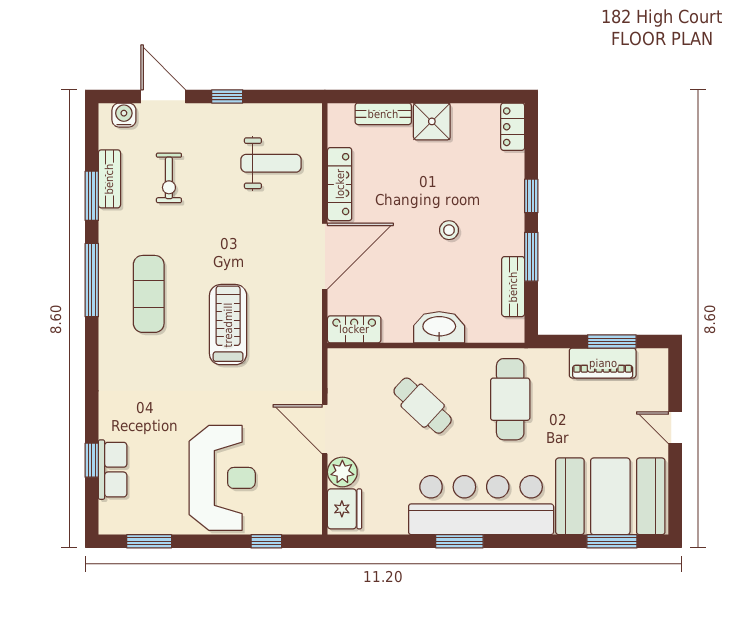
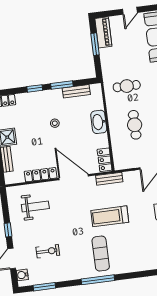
weight bench: (271, 163) -> (35, 206), turned 90
bench: (109, 179) -> (109, 179), moved
window: (92, 196) -> (44, 287), moved
exercise mat: (149, 294) -> (101, 254), turned 90
piano: (603, 363) -> (103, 32), moved
cafe table: (510, 399) -> (127, 86), width x0.73, depth x0.74
cafe table: (423, 406) -> (135, 125), turned -43

